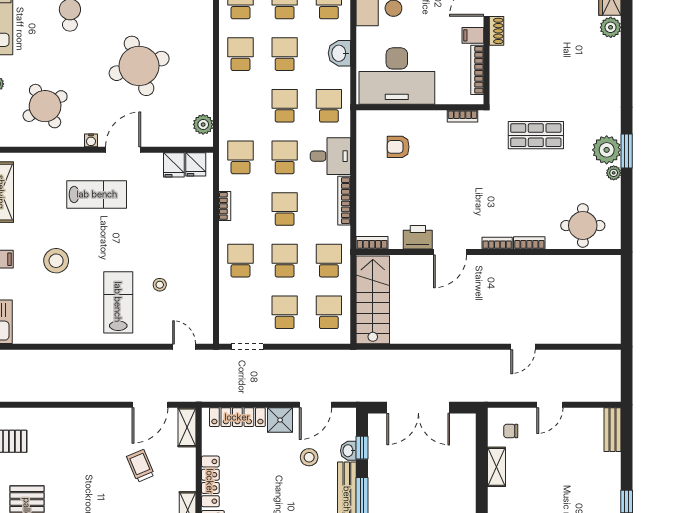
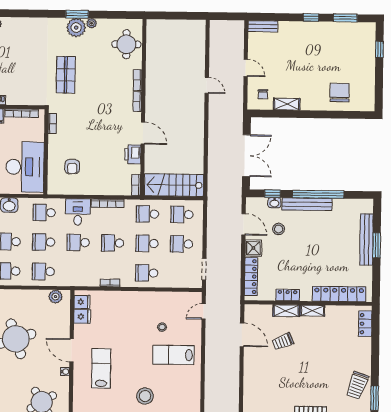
school desk: (240, 157) -> (43, 272), moved
shelving: (187, 427) -> (286, 311), moved
locker: (210, 481) -> (288, 295), width x0.66

